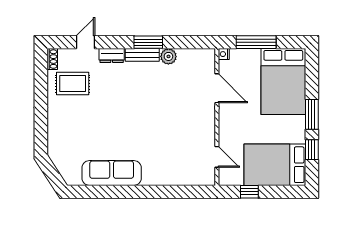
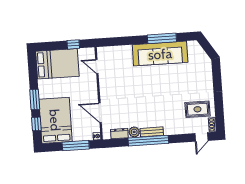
door: (85, 42) -> (201, 137), moved
window: (148, 42) -> (148, 141), width x2.11
dresser: (112, 56) -> (119, 134), moved
window: (312, 150) -> (36, 124), moved
sofa: (112, 173) -> (160, 54), width x1.36, depth x1.27
window: (118, 192) -> (162, 38), added

